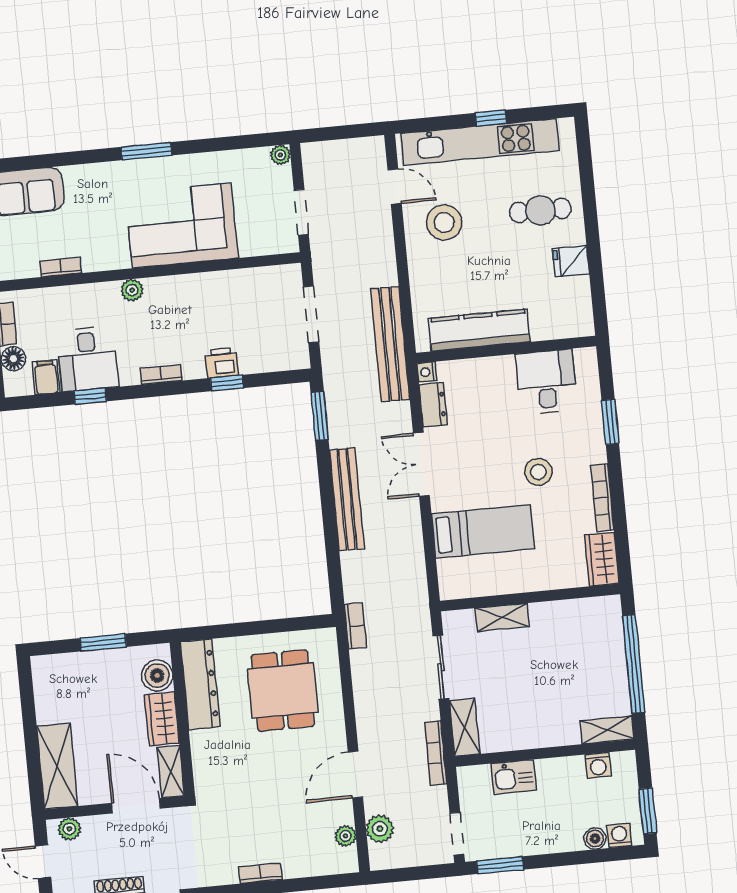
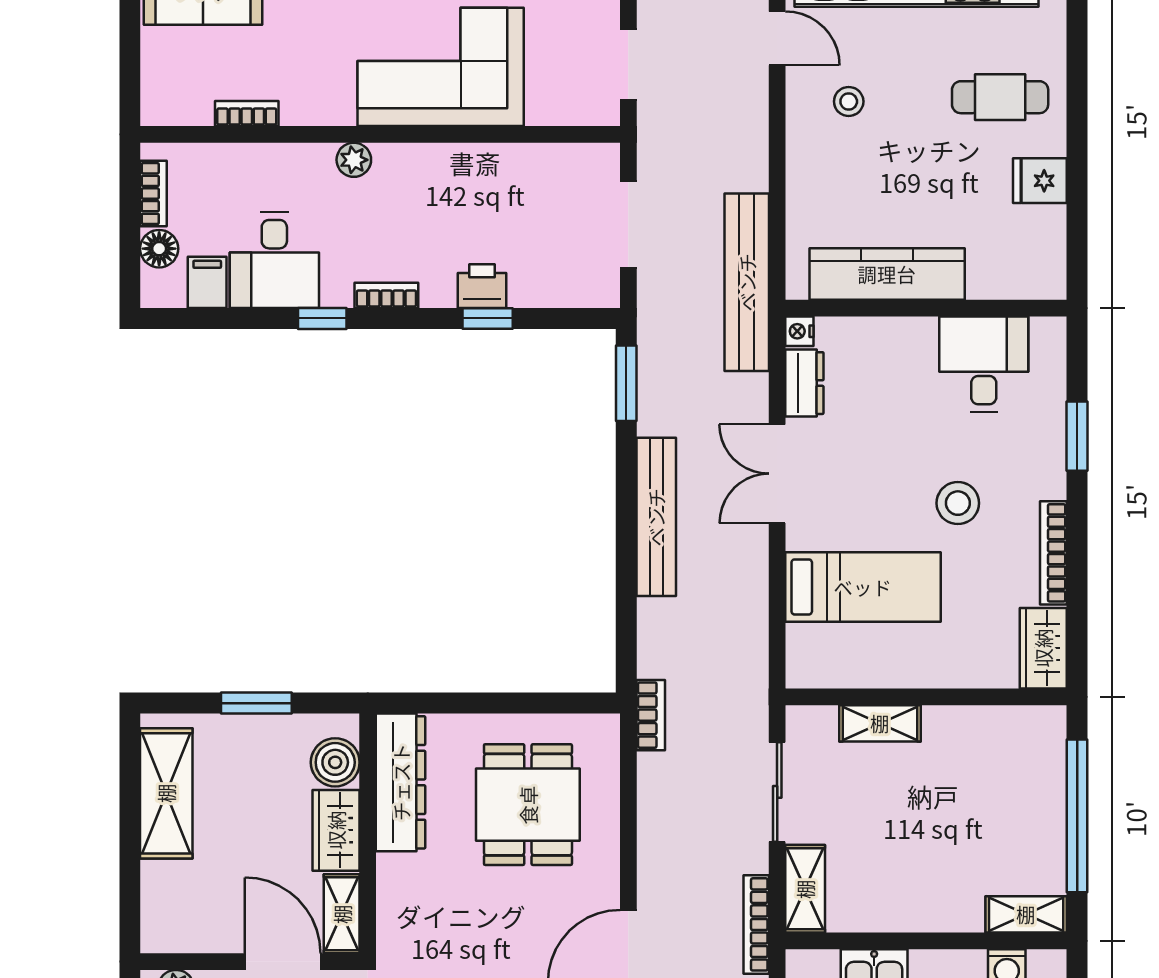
stool: (444, 222) -> (849, 101), width x0.53, depth x0.53
window: (90, 396) -> (322, 318), moved
shelving: (57, 766) -> (166, 793), moved

